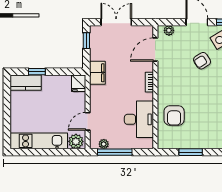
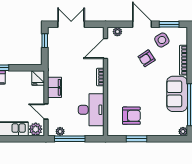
filing cabinet: (97, 73) -> (55, 87), moved
armchair: (174, 116) -> (131, 116), moved, turned -90
door: (88, 121) -> (46, 111), hinge flipped

